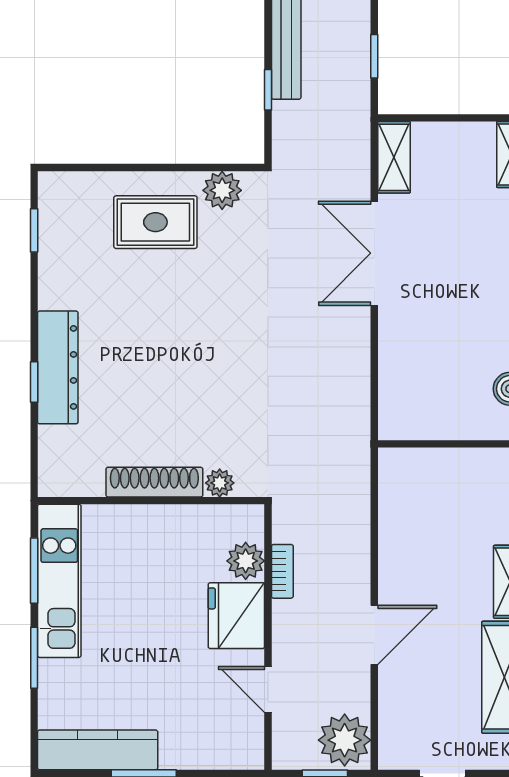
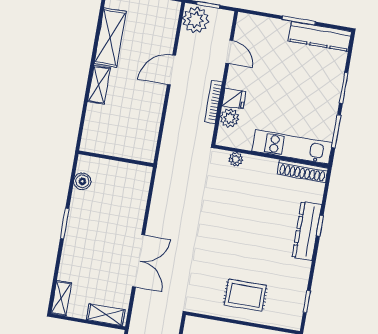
shelving: (394, 157) -> (106, 315), moved, turned 90
plant: (222, 190) -> (209, 305), removed
shoe rack: (154, 482) -> (303, 171), moved
bookcase: (282, 571) -> (213, 102), width x1.56
kitchen unit: (59, 581) -> (292, 147), moved, turned 90
fridge: (236, 616) -> (234, 99), width x0.53, depth x0.75

